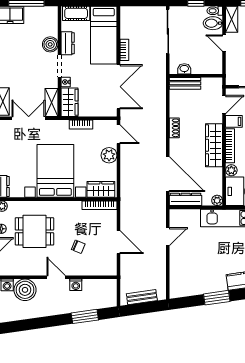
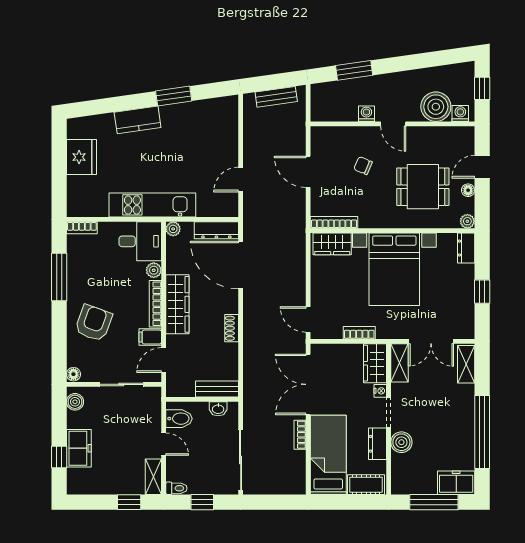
bidet: (213, 23) -> (179, 419), moved
plant: (109, 155) -> (321, 291), removed

